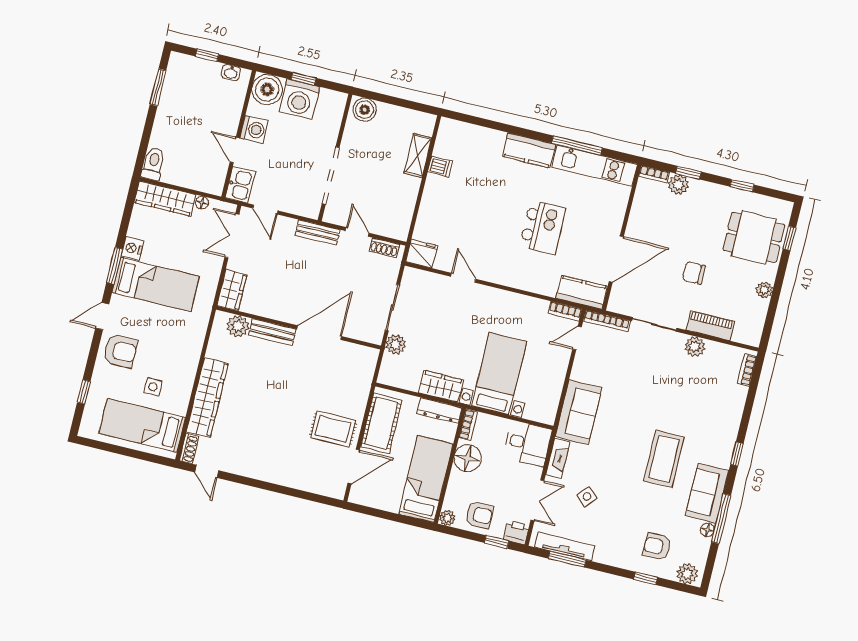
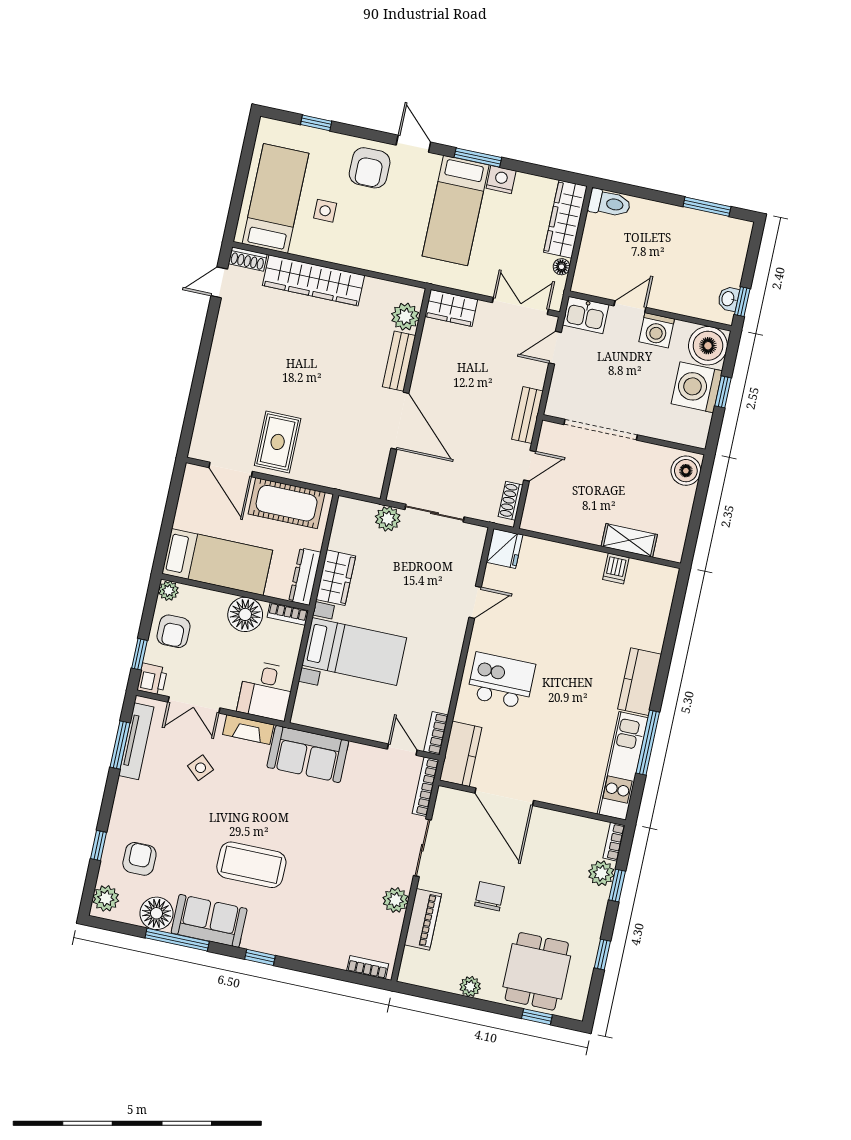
window: (207, 55) -> (742, 302), moved
kitchen island: (543, 227) -> (501, 681), moved, turned 180
floor lamp: (707, 530) -> (156, 913), width x1.89, depth x1.89

